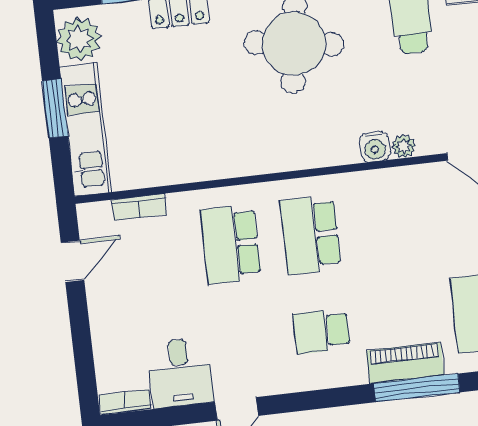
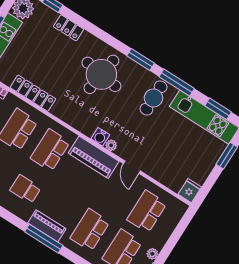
locker: (207, 165) -> (33, 93), added
piano: (391, 189) -> (94, 157), added

